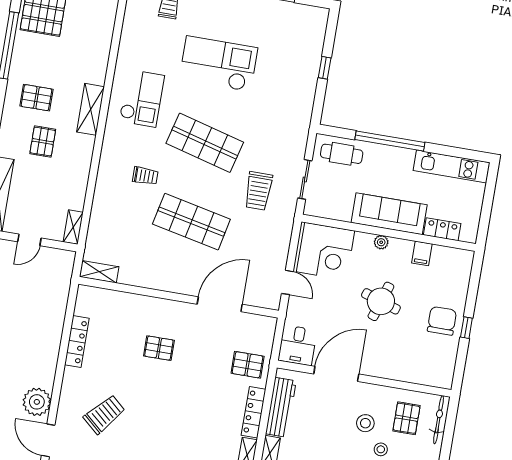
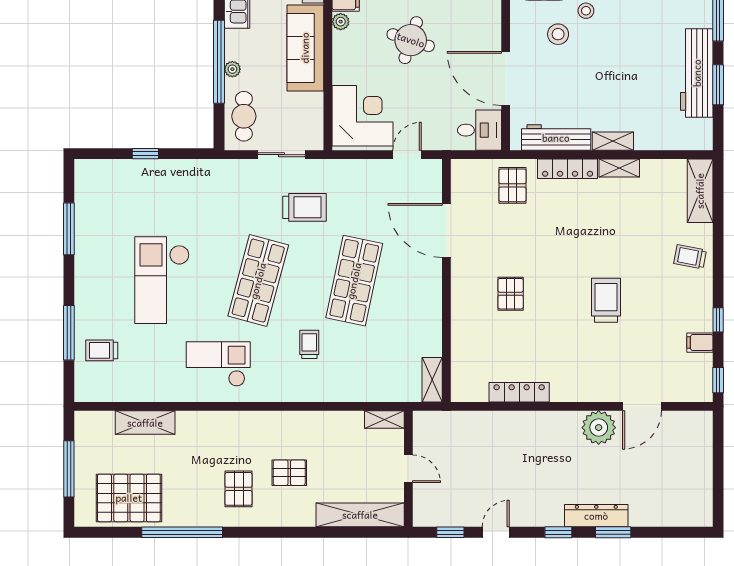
shelving: (90, 109) -> (145, 423), moved
plant: (382, 151) -> (232, 69), added
plant: (381, 242) -> (341, 22), moved
trolley: (104, 414) -> (606, 300), moved, turned 49

